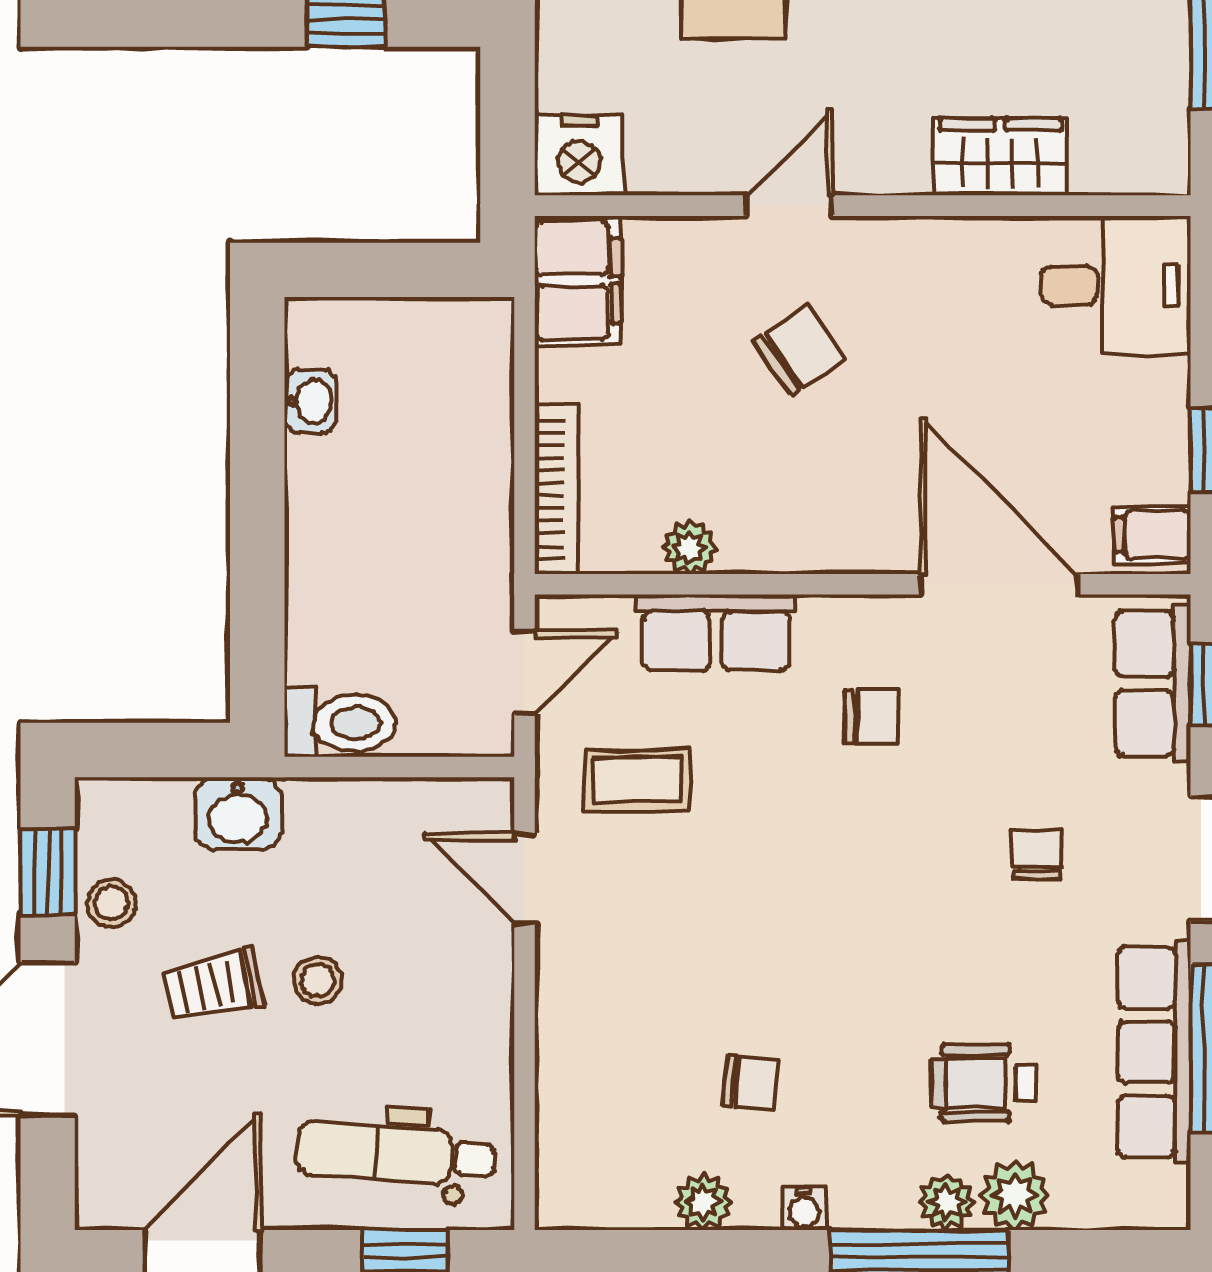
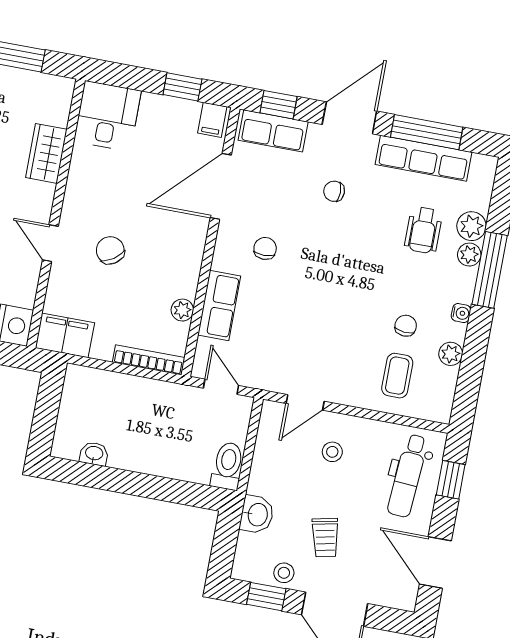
coffee table: (637, 780) -> (397, 376), moved
stool: (318, 980) -> (332, 452), moved

